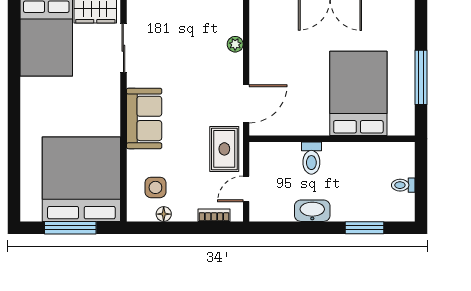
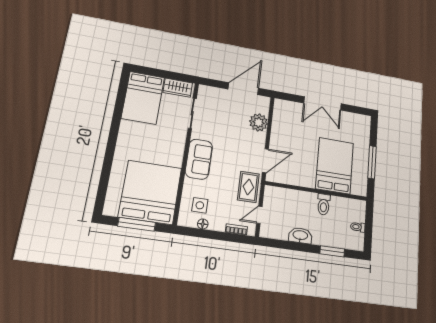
plant: (235, 44) -> (259, 122), width x1.88, depth x1.88
toilet: (311, 158) -> (324, 204), moved

